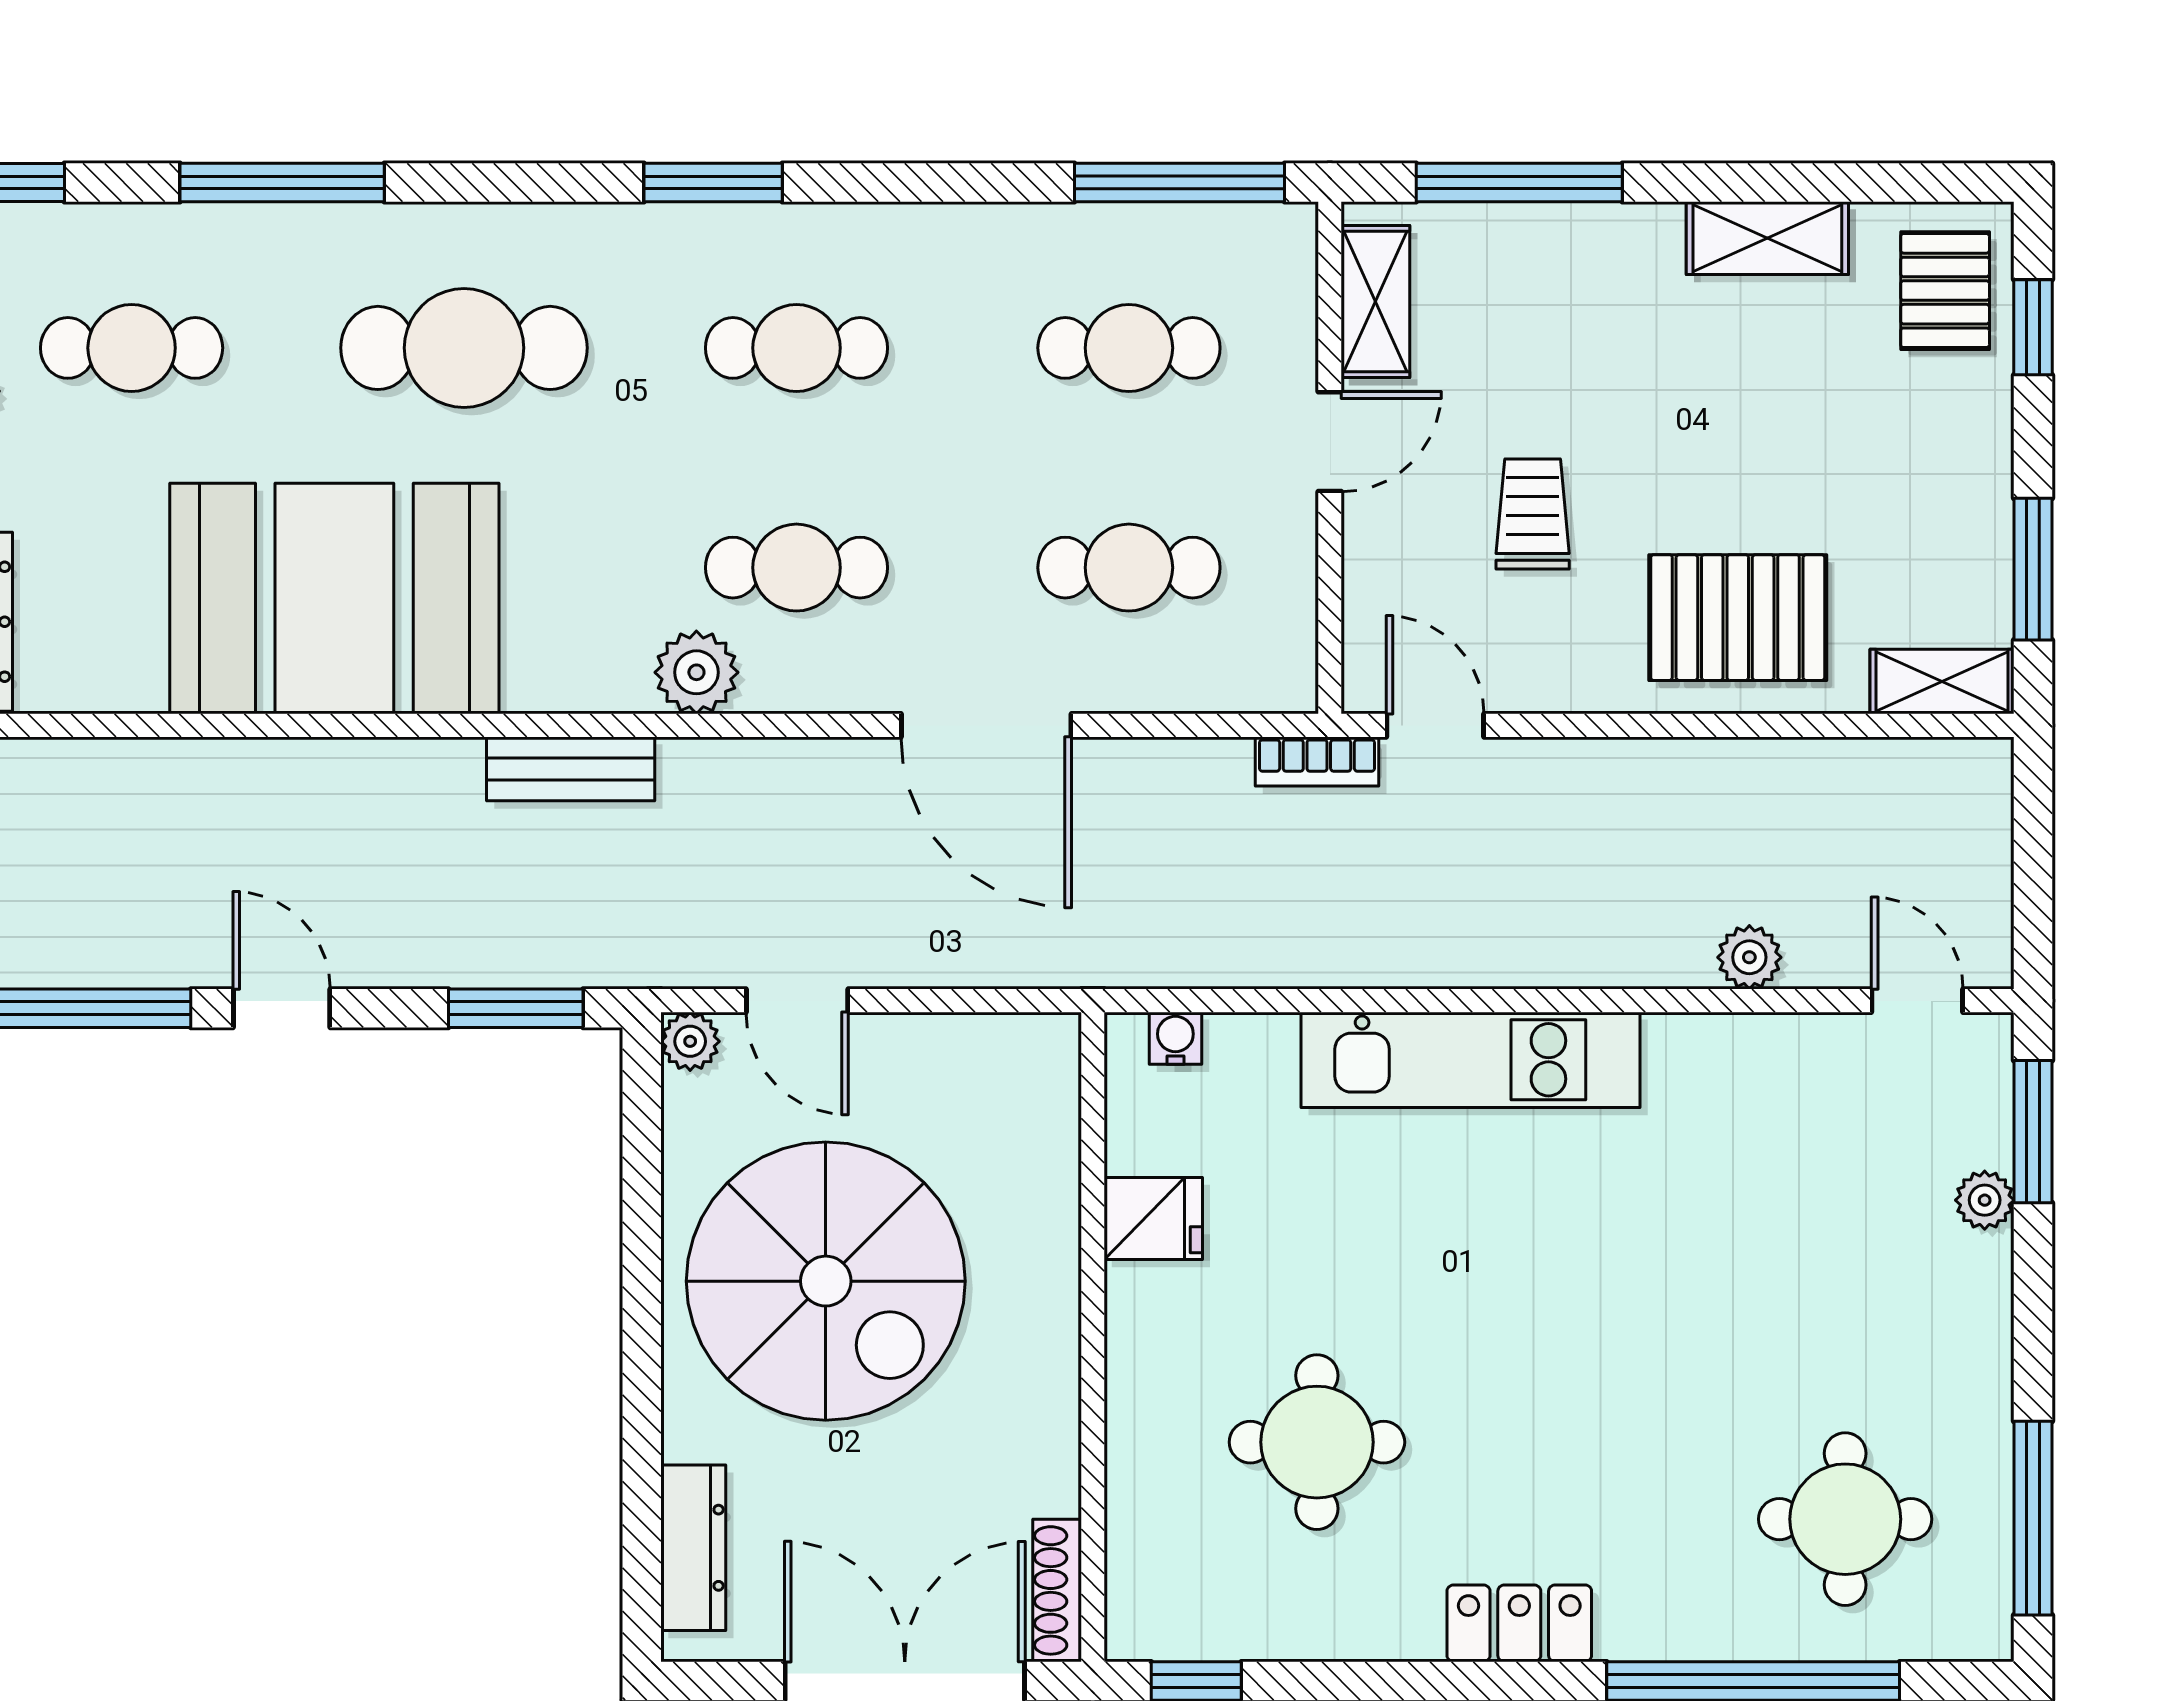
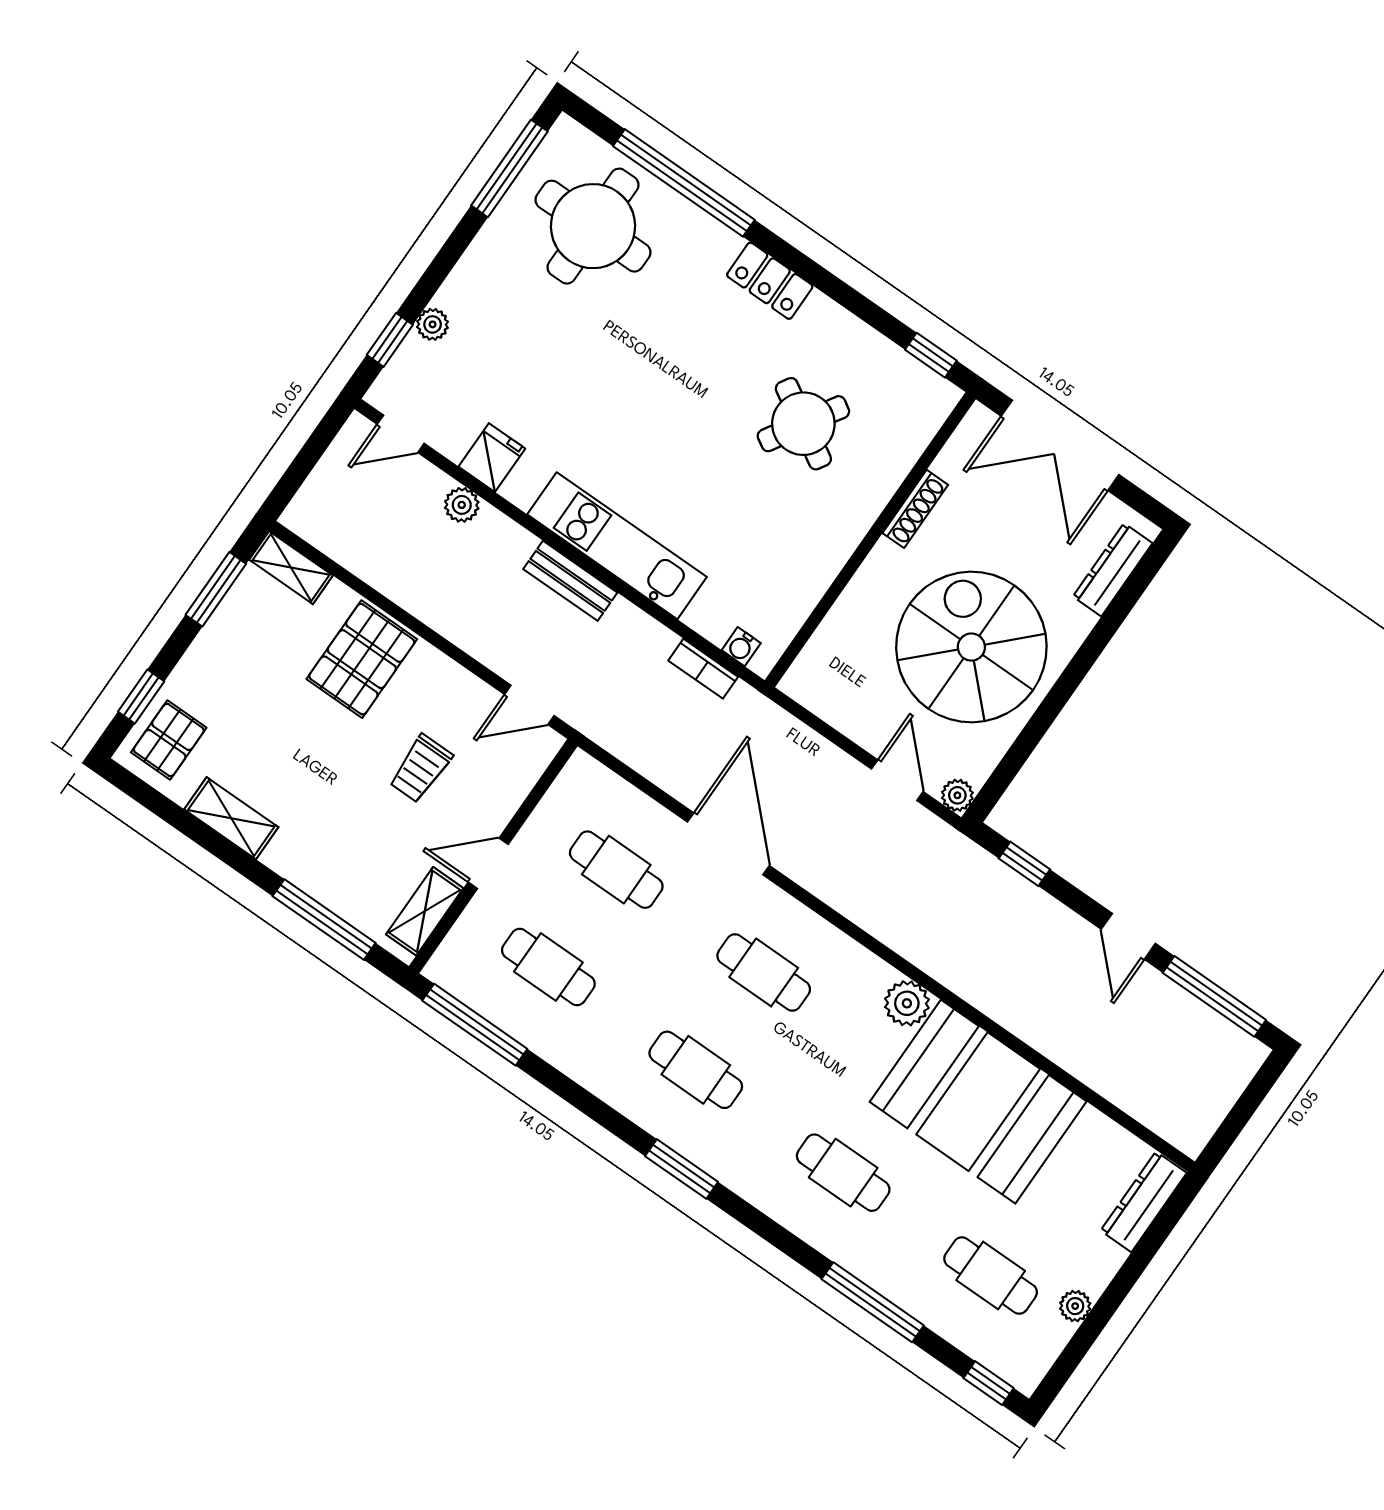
cafe table: (464, 348) -> (843, 1173), width x0.73, depth x0.74
pallet: (1738, 618) -> (362, 659), turned 90
plant: (696, 672) -> (907, 1003), moved
door: (1435, 725) -> (529, 705), hinge flipped
bookcase: (1317, 761) -> (703, 669), moved, turned 180
bench: (571, 769) -> (570, 581), moved
door: (1917, 1001) -> (401, 434), hinge flipped
window: (516, 1008) -> (1024, 864), width x0.67
window: (2033, 1132) -> (390, 340), width x0.67
fridge: (1153, 1218) -> (492, 458), moved, turned 90
round table: (1317, 1442) -> (803, 424), turned 31
round table: (1845, 1519) -> (593, 226), width x1.36, depth x1.36
shoe rack: (1057, 1590) -> (915, 509), moved

